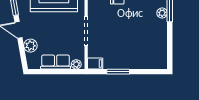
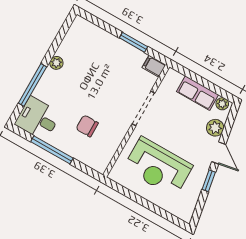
plant: (162, 13) -> (56, 63), moved
plant: (76, 64) -> (222, 104), moved

